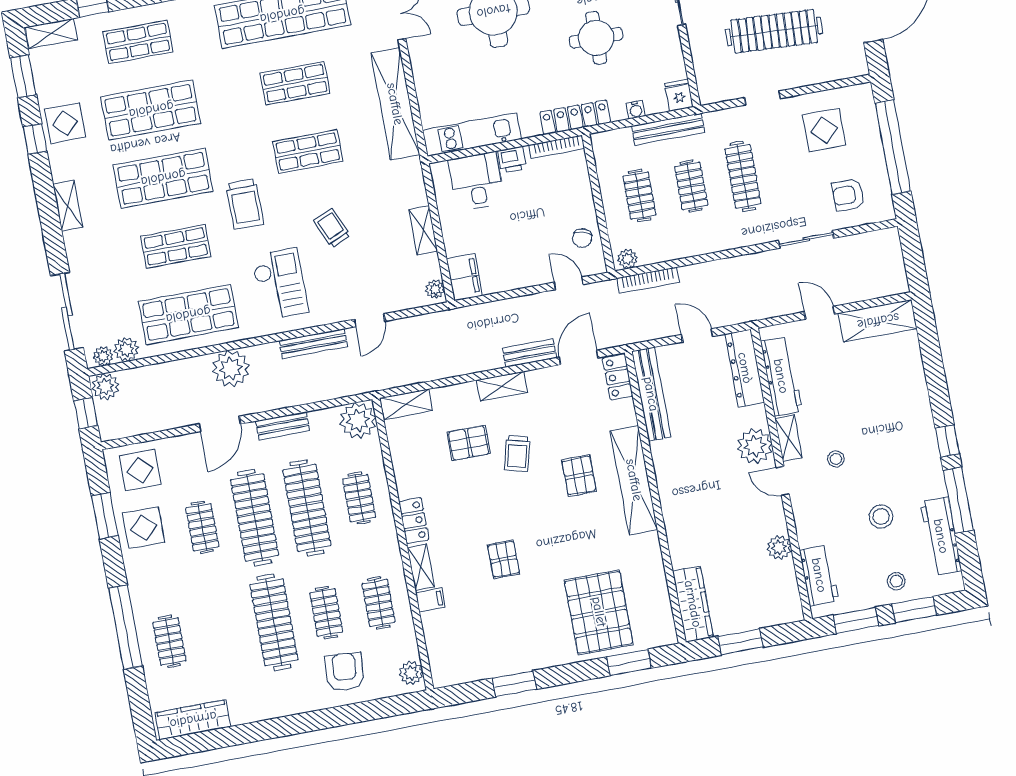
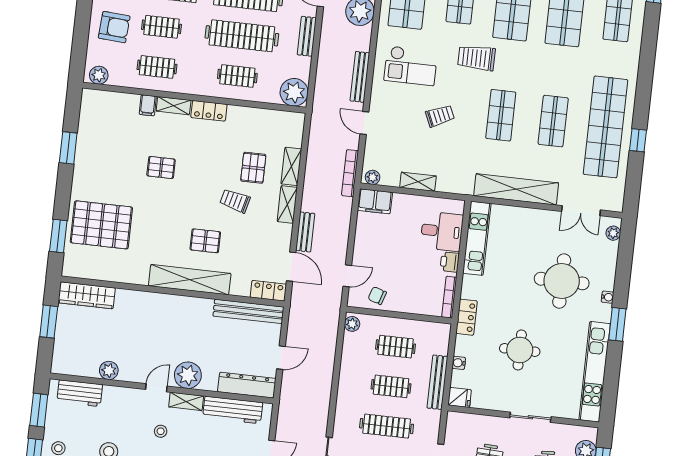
locker: (575, 117) -> (467, 317), width x0.66
bookcase: (648, 280) -> (350, 173), moved
shelving: (406, 404) -> (291, 166), moved

